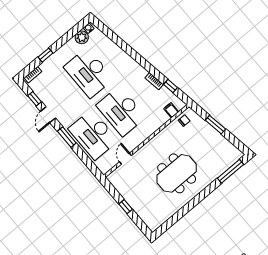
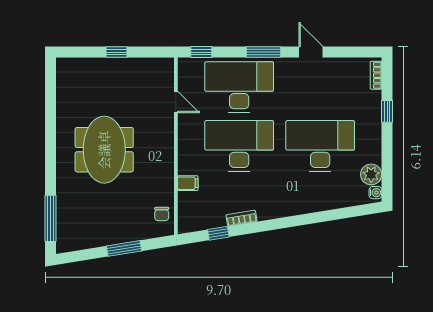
window: (34, 99) -> (201, 52), moved
filing cabinet: (171, 110) -> (188, 183), moved

